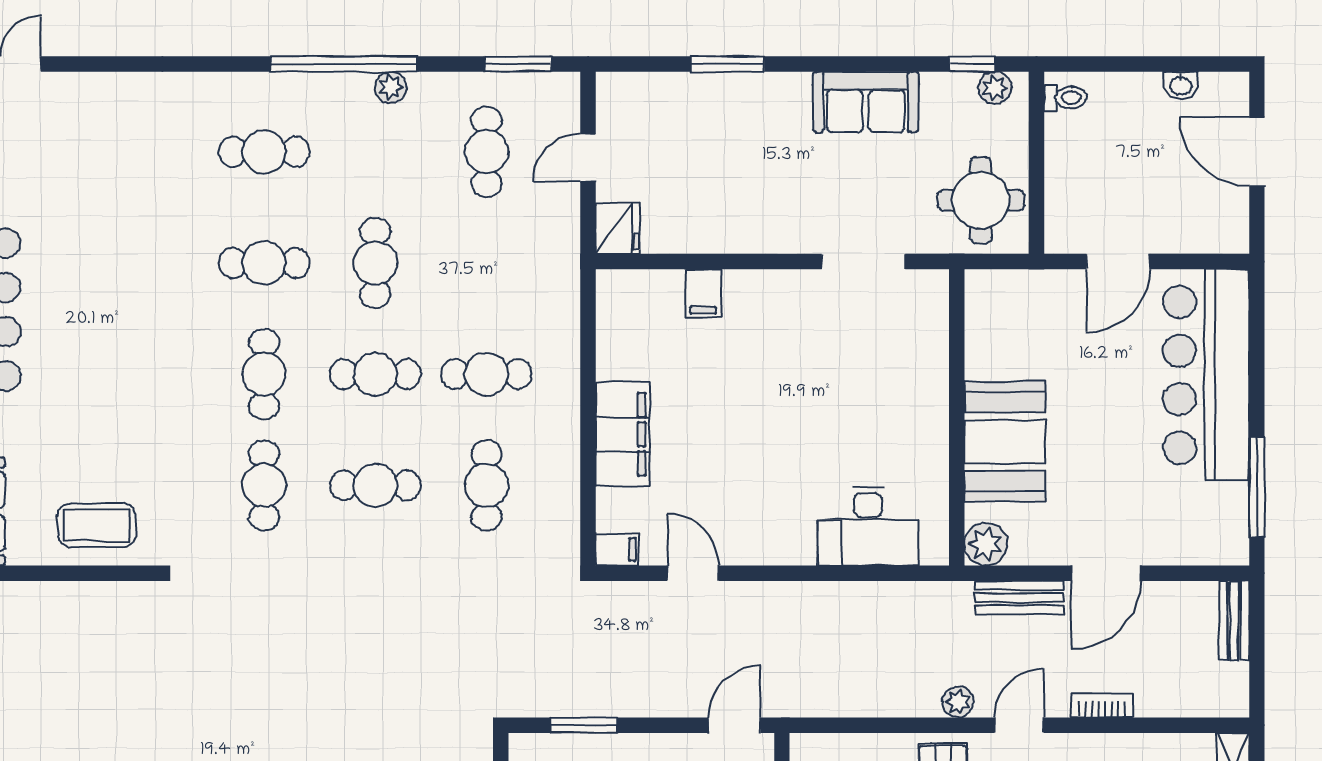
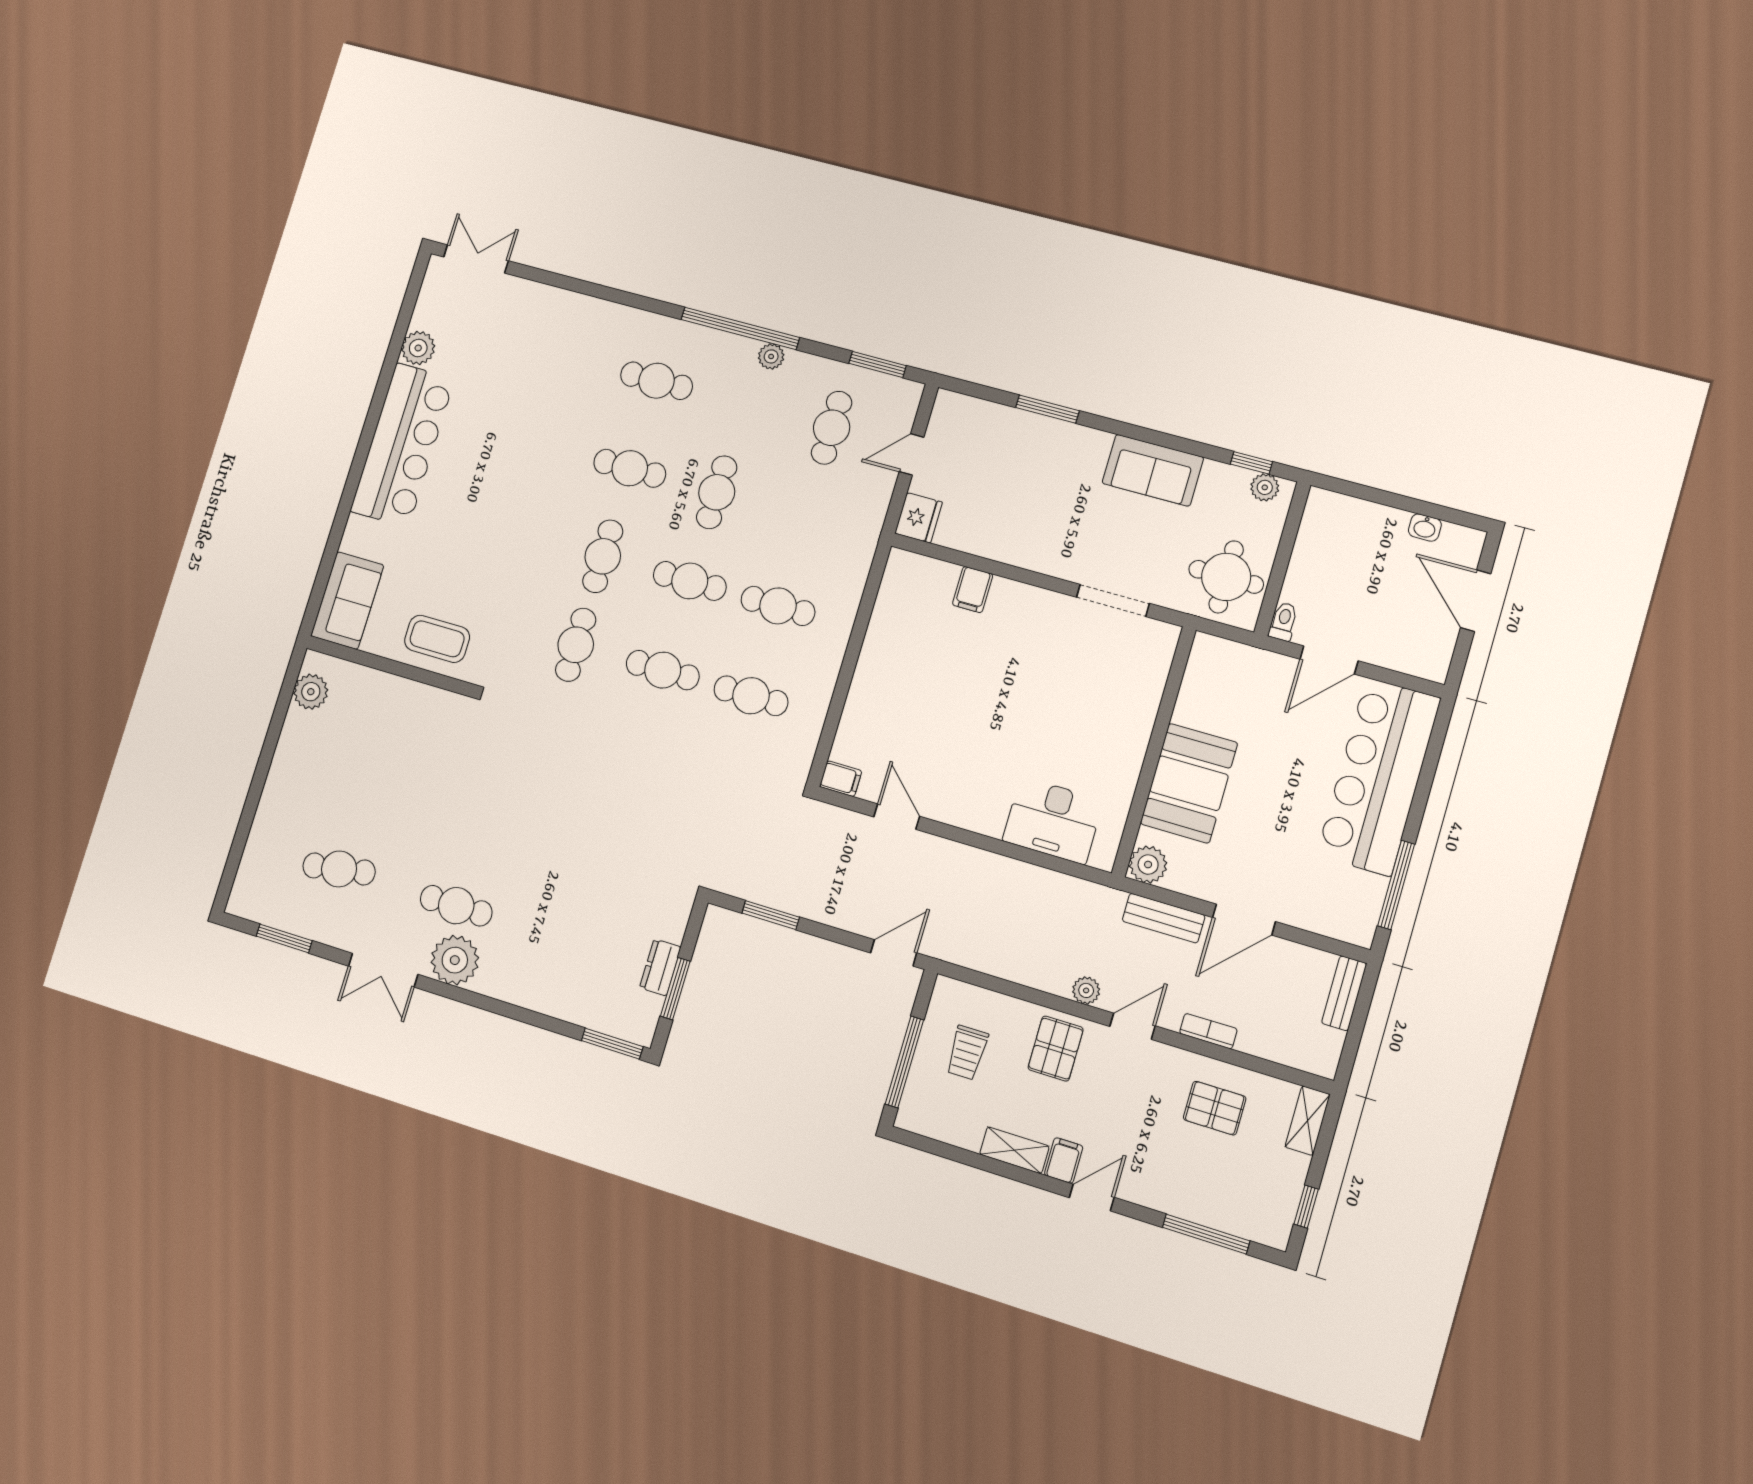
toilet: (1065, 98) -> (1283, 621), moved, turned -90
filing cabinet: (623, 434) -> (873, 686), removed
cafe table: (487, 485) -> (751, 696), turned 90

